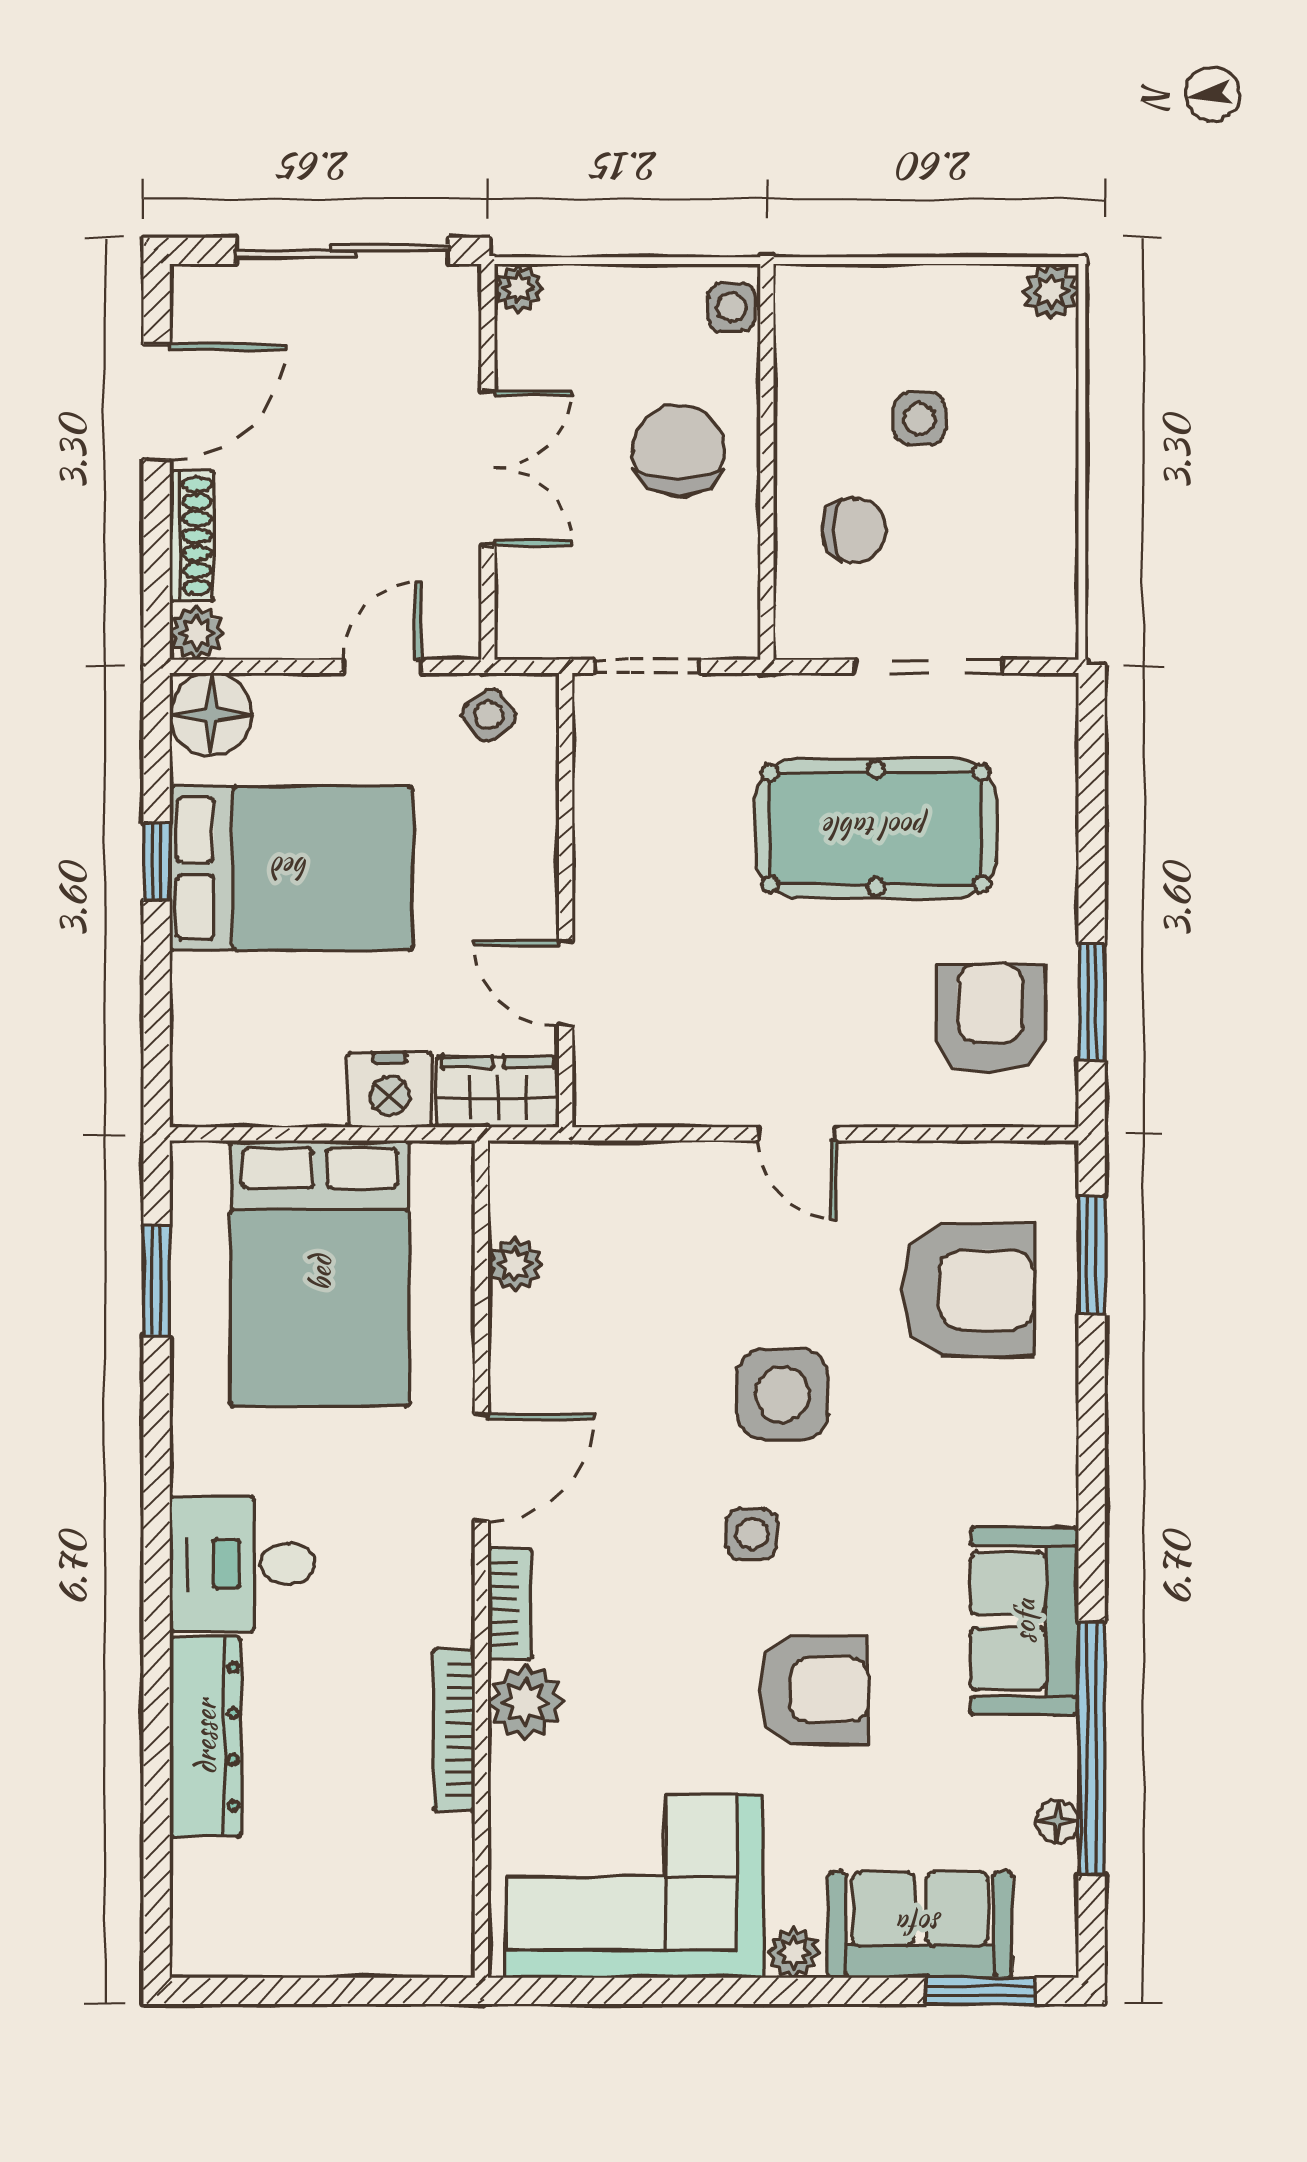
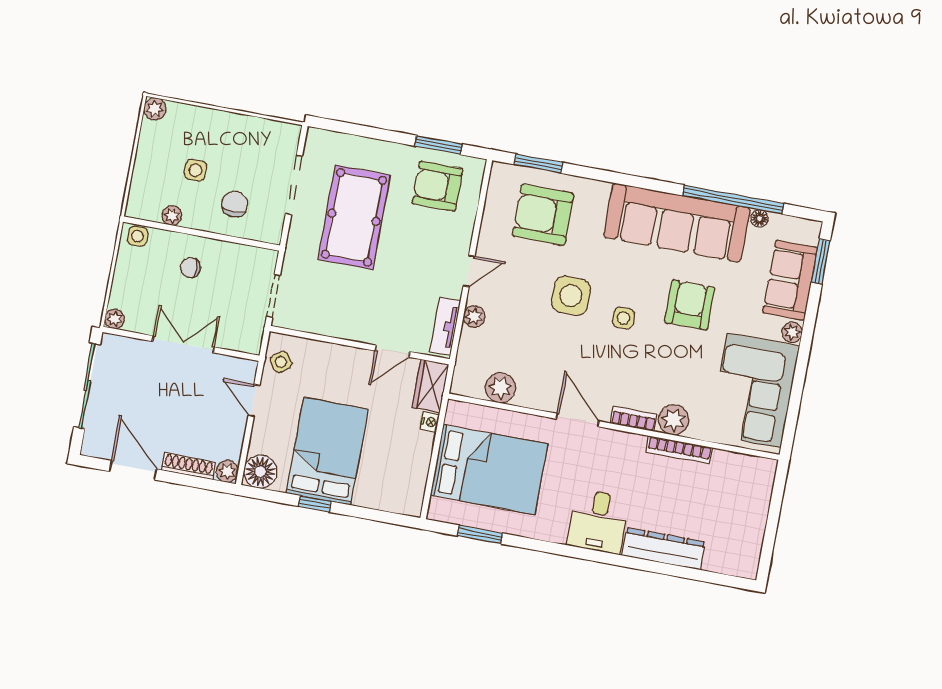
plant: (798, 382) -> (172, 216), added
chair: (679, 450) -> (190, 268), width x0.54, depth x0.54
nightstand: (390, 1090) -> (430, 422), width x0.53, depth x0.56
tv unit: (651, 1101) -> (445, 326), added
plant: (687, 1167) -> (474, 317), added
plant: (515, 1264) -> (500, 388), width x1.38, depth x1.38
armchair: (968, 1290) -> (543, 215), turned -90
sofa: (1024, 1621) -> (677, 223), width x1.85, depth x1.27

